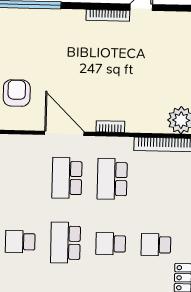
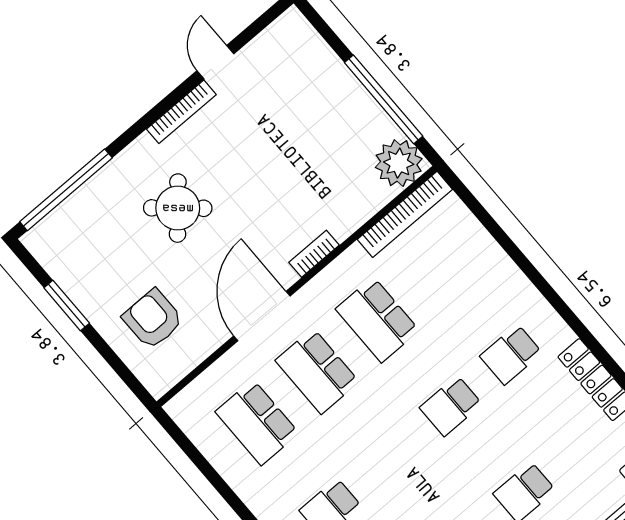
round table: (70, 55) -> (178, 208), added
door: (64, 133) -> (262, 316), hinge flipped
school desk: (65, 243) -> (257, 422), moved

